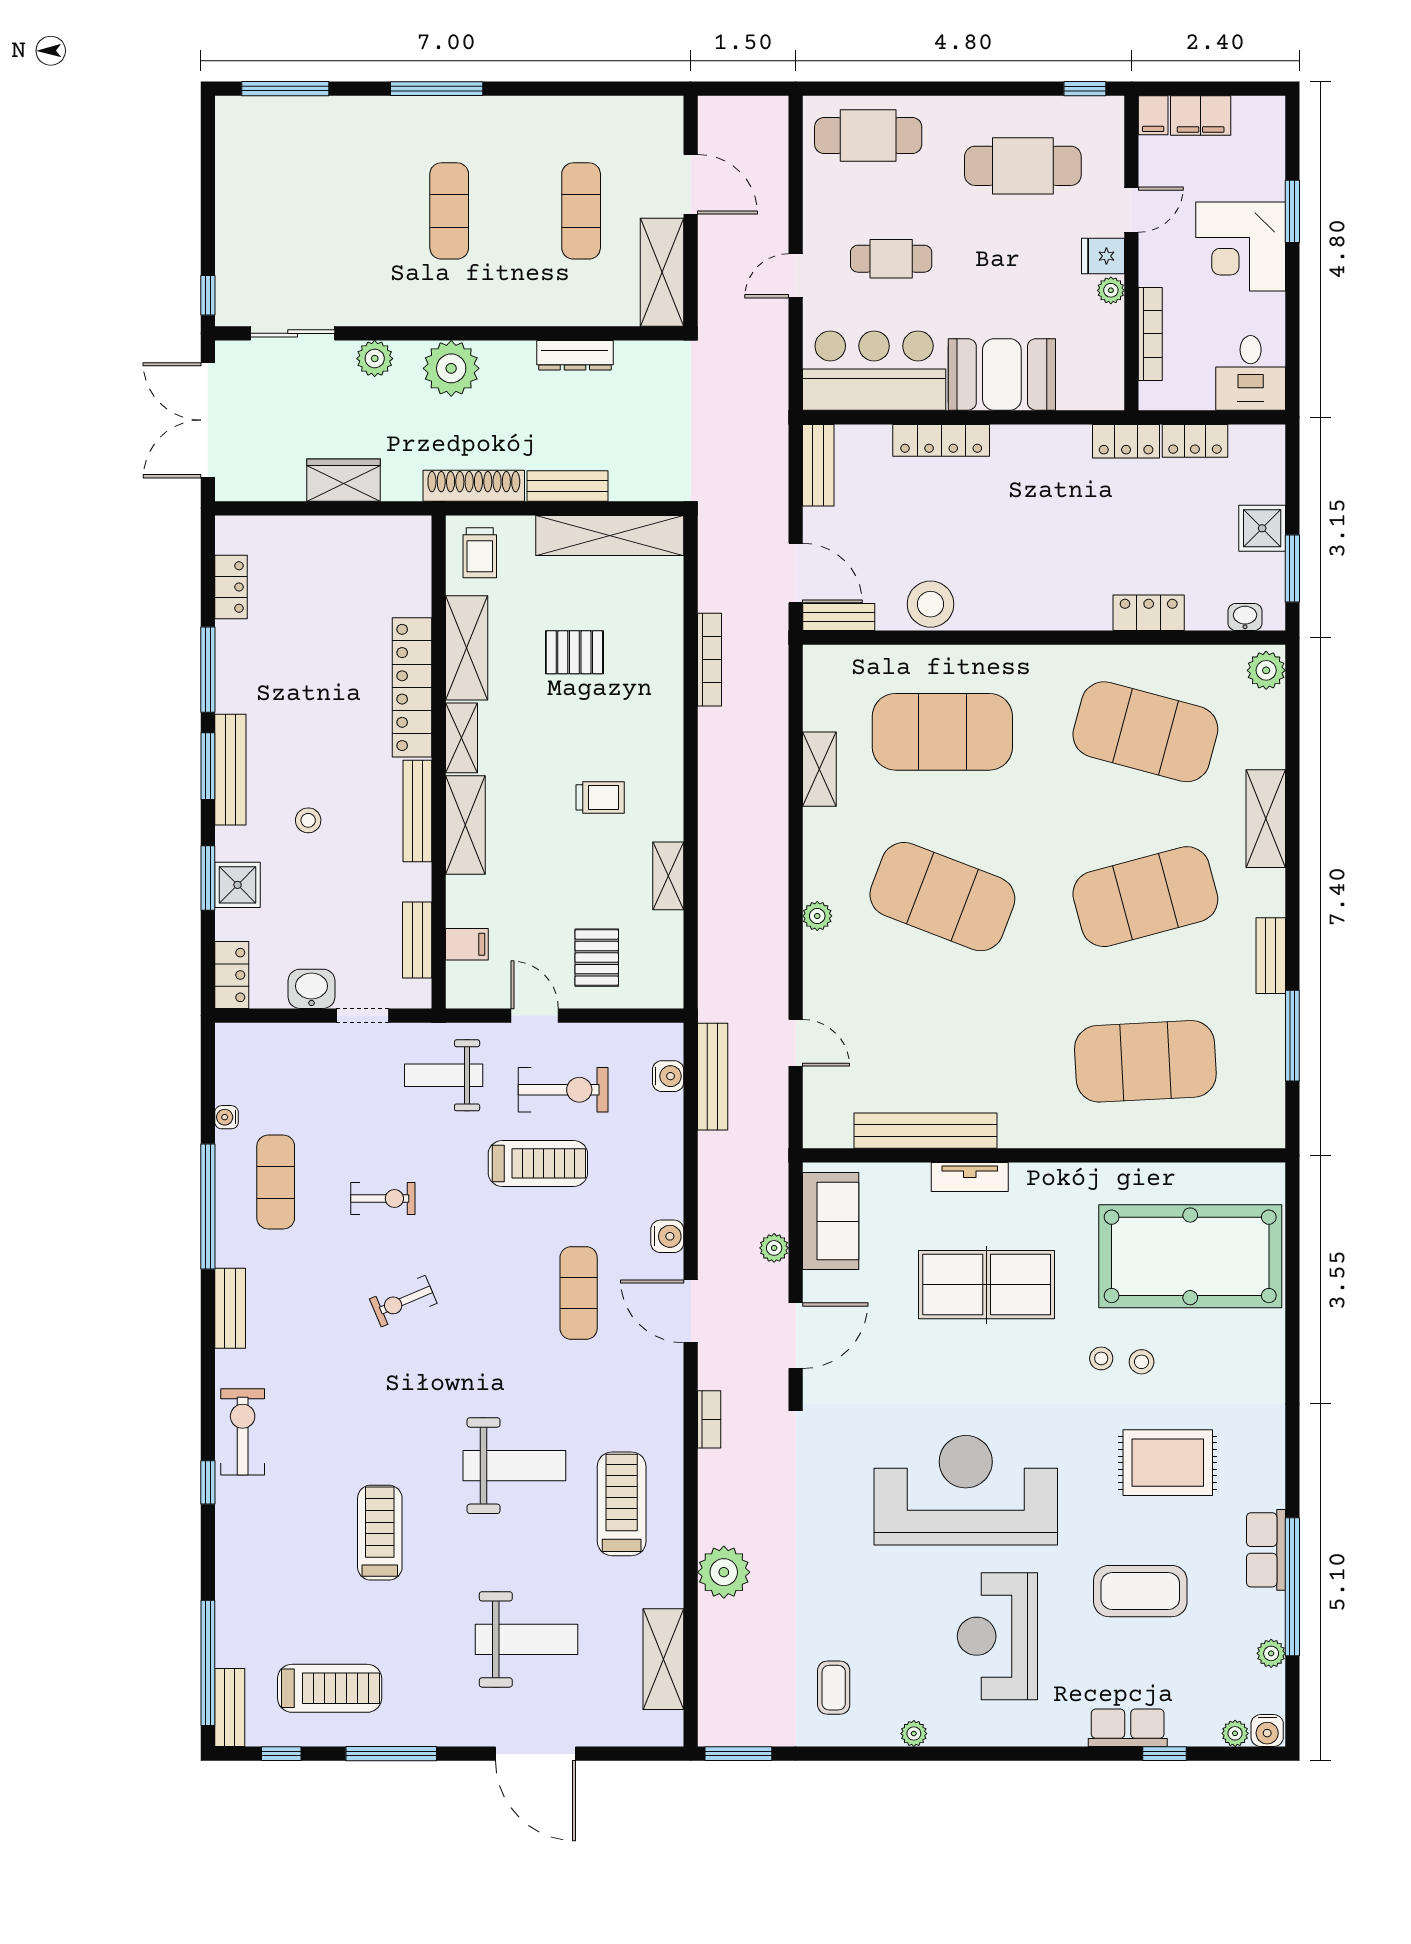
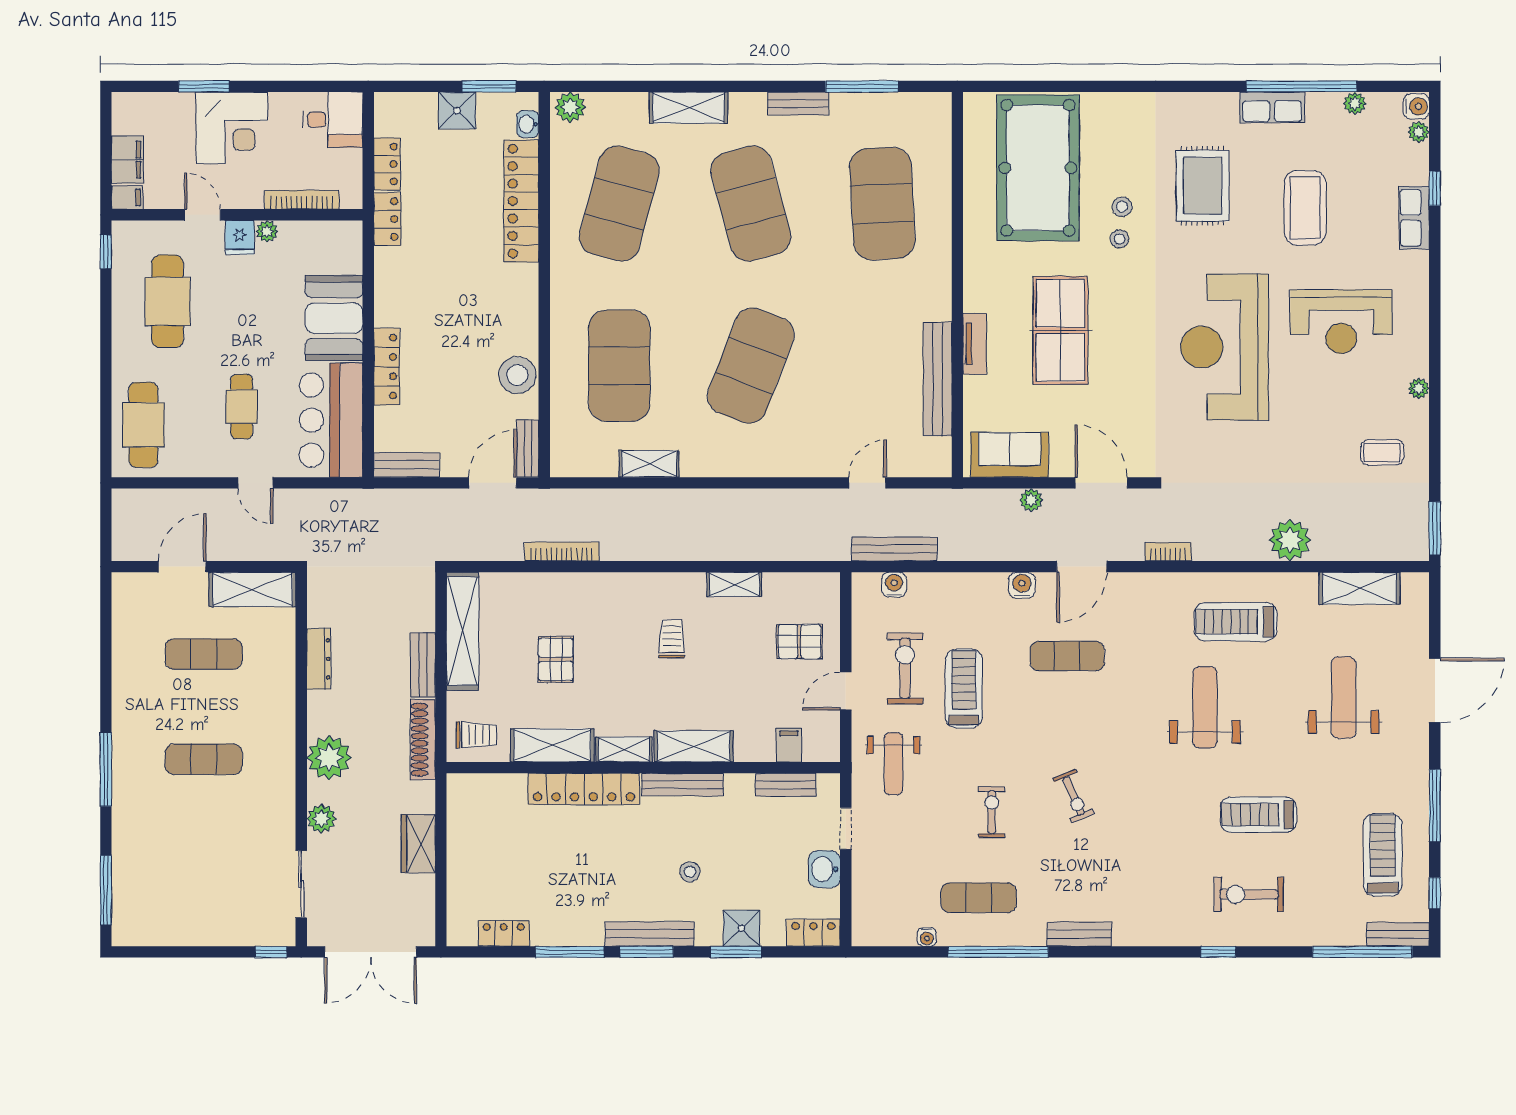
locker: (1149, 613) -> (521, 201), width x2.16, depth x1.21
plant: (817, 916) -> (766, 466), removed
exercise bike: (243, 1432) -> (1249, 894), moved

